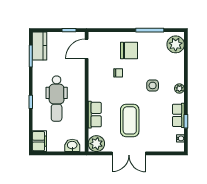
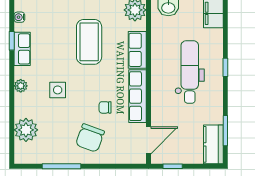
plant: (176, 44) -> (26, 130), moved
chair: (129, 51) -> (90, 138), turned -70
row of seats: (95, 81) -> (137, 96), added

